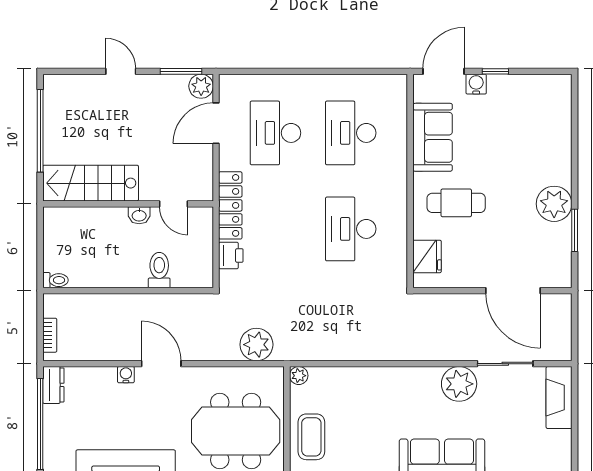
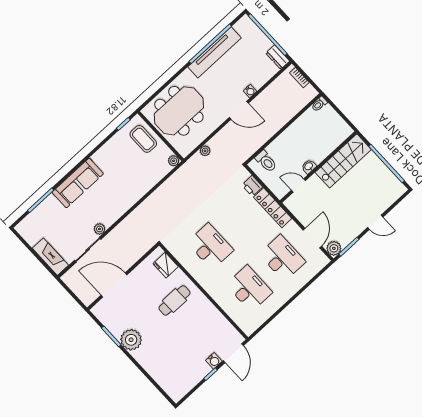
sofa: (433, 137) -> (211, 320), removed
toilet: (159, 270) -> (266, 161), moved
plant: (256, 345) -> (205, 151), width x0.53, depth x0.53
plant: (459, 384) -> (100, 229), width x0.53, depth x0.53

